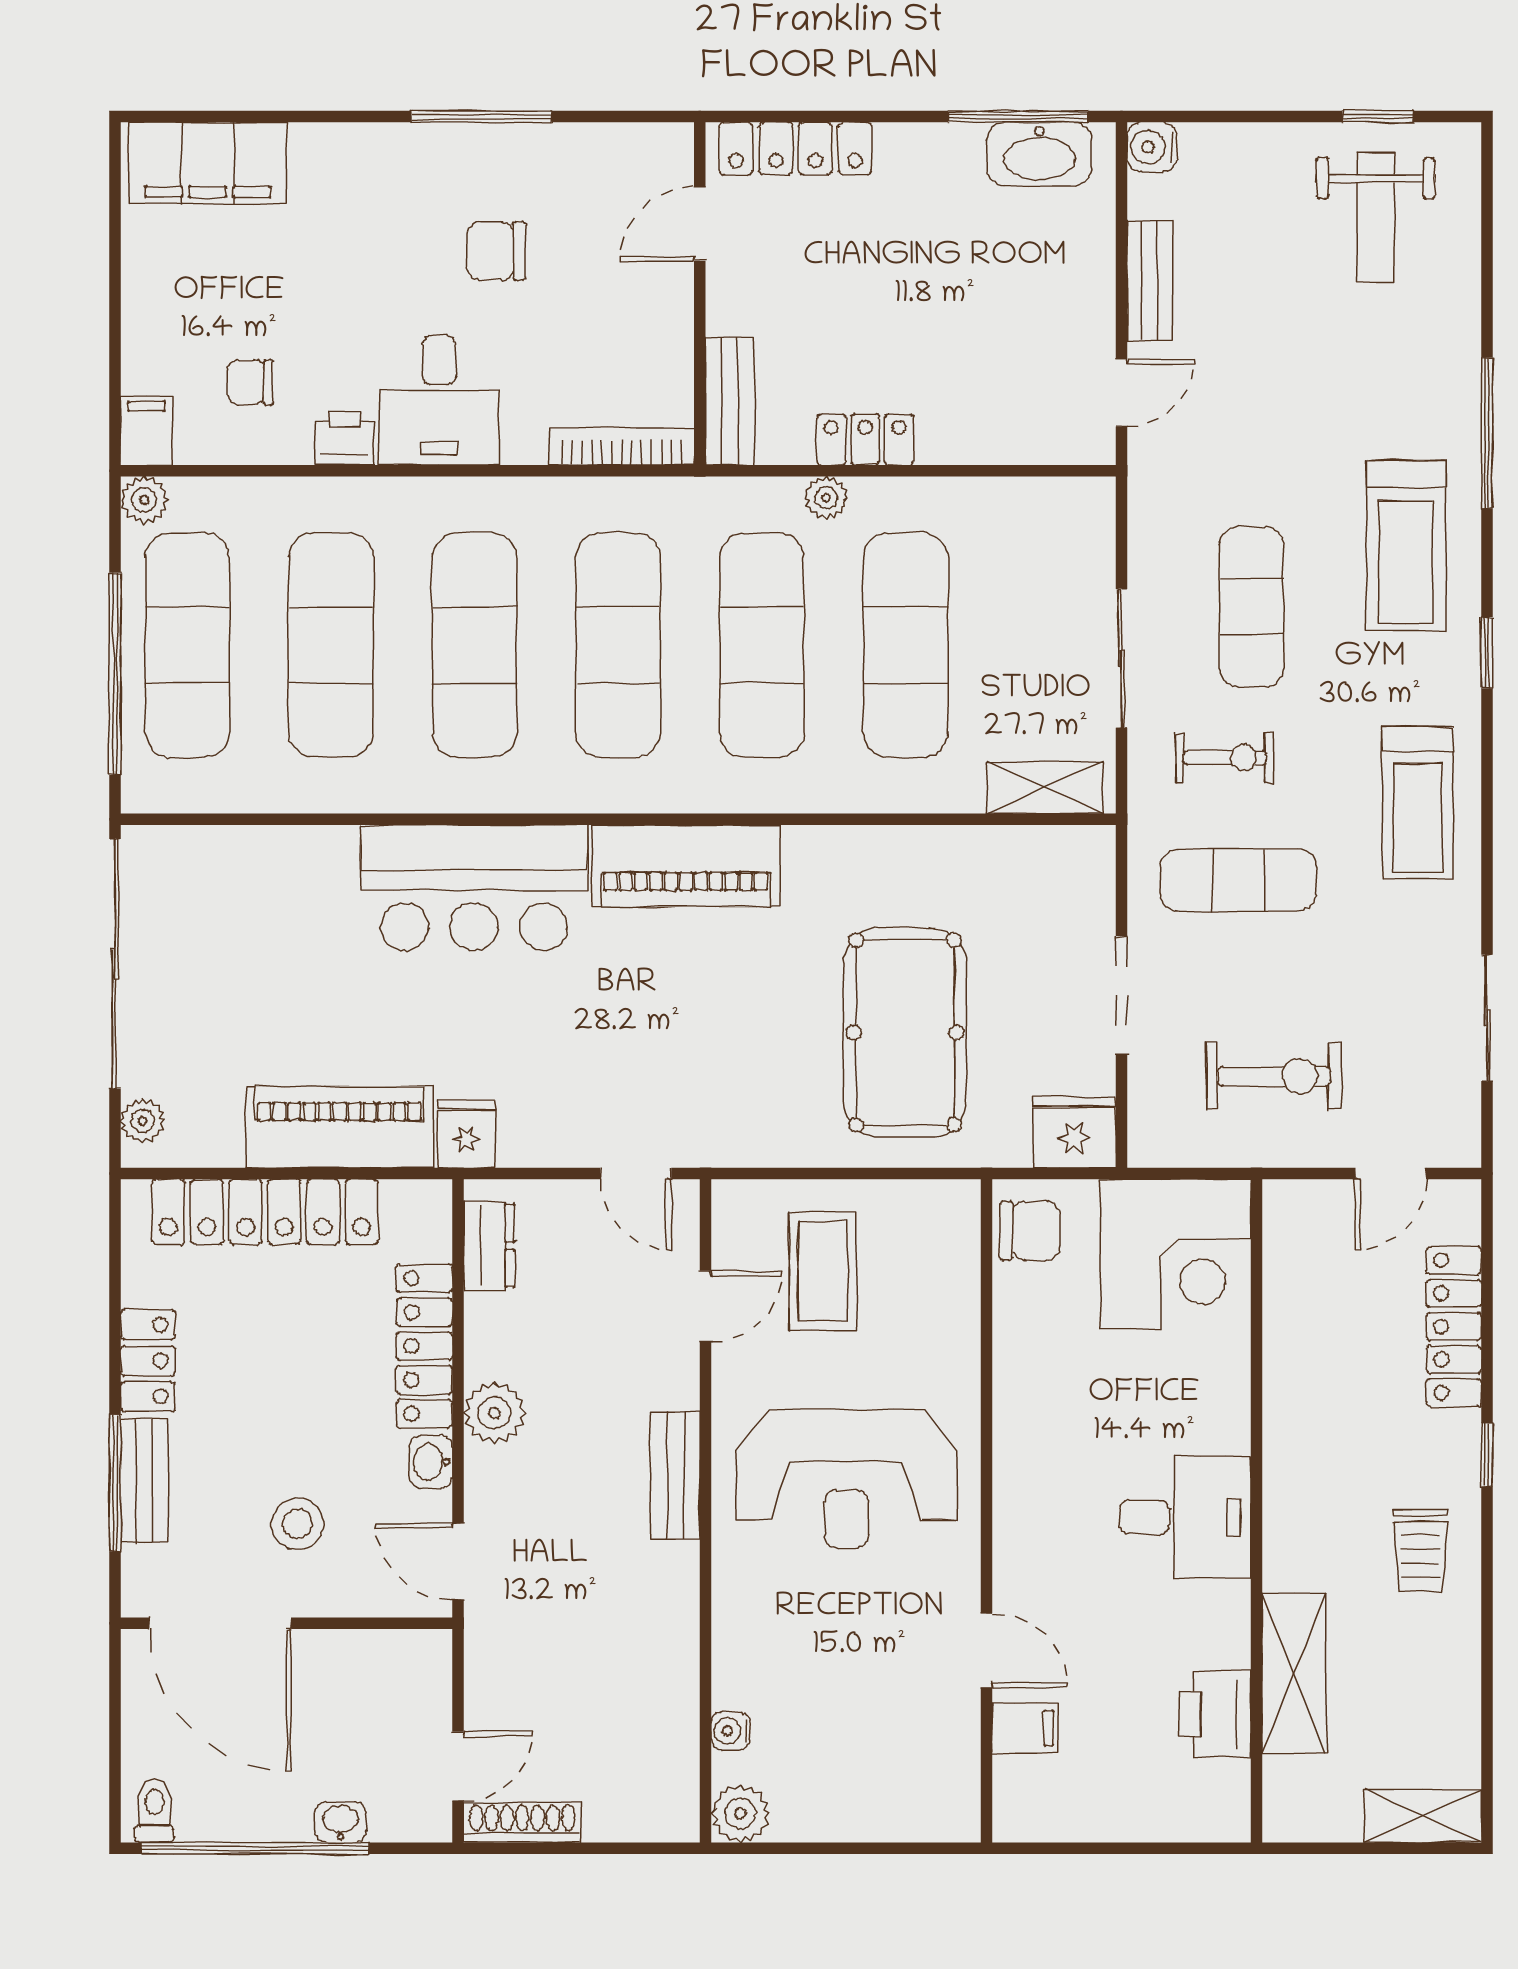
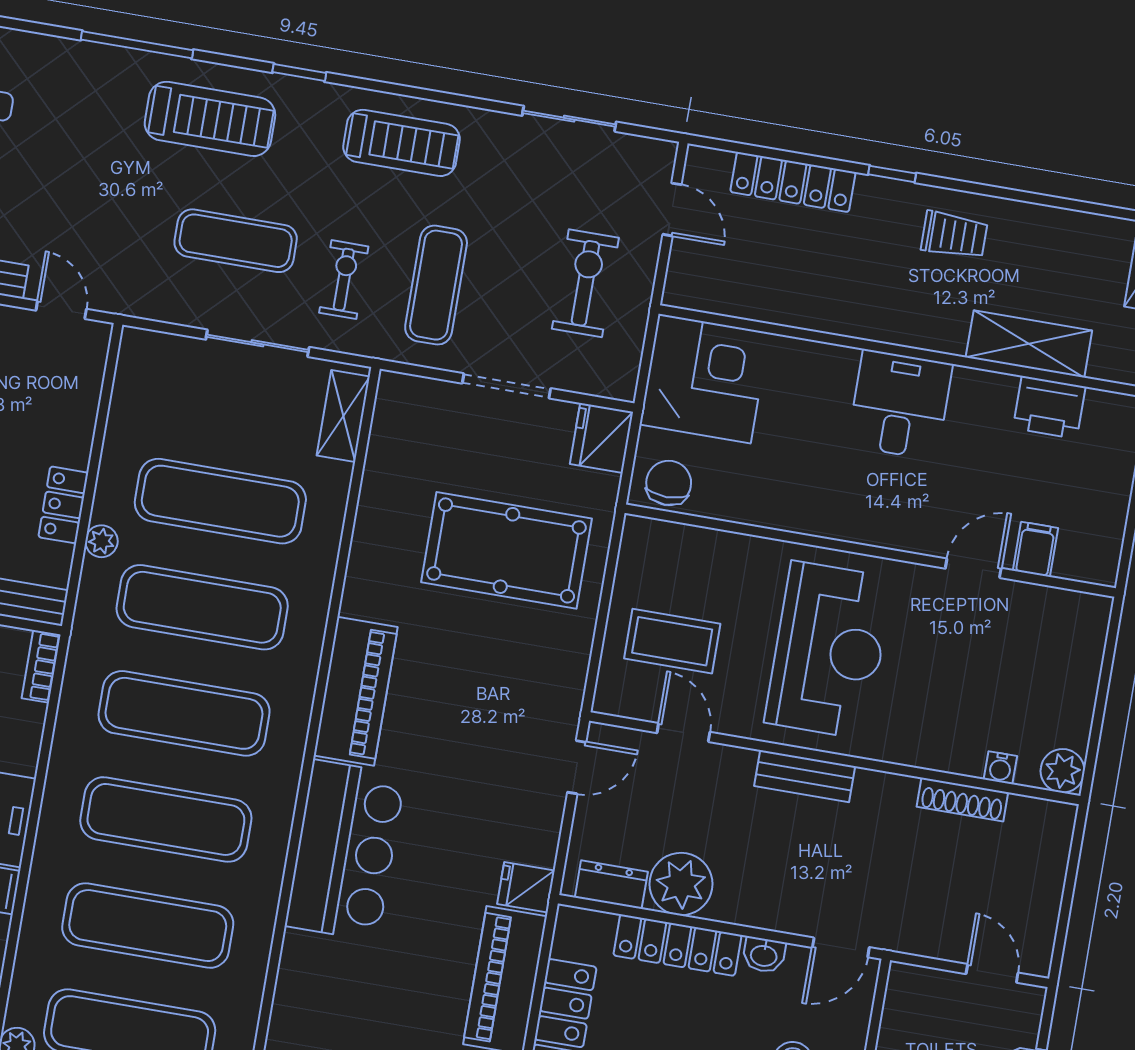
bookcase: (622, 447) -> (41, 666), width x0.64
plant: (494, 1413) -> (681, 884), moved, width x1.36, depth x1.36
shoe rack: (522, 1823) -> (962, 800), moved, turned -90

